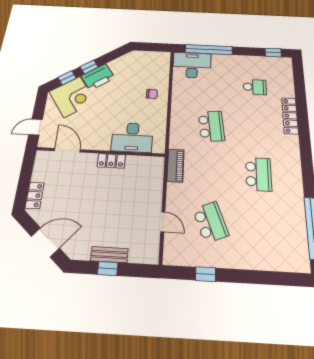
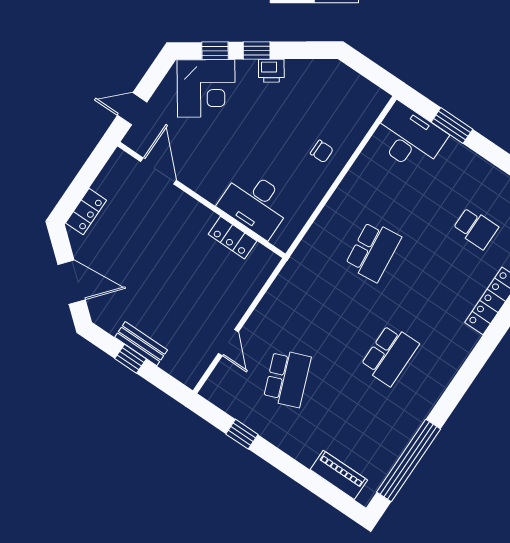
window: (209, 50) -> (452, 126), width x0.47
printer: (98, 77) -> (271, 71), width x0.53, depth x0.68
locker: (111, 161) -> (233, 238), moved
piano: (176, 165) -> (339, 475), moved, turned -90

